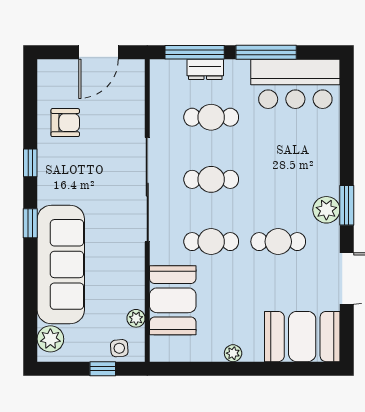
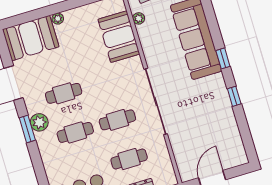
armchair: (65, 123) -> (220, 128), removed
cafe table: (211, 242) -> (75, 132), moved
plant: (233, 353) -> (58, 19), moved

